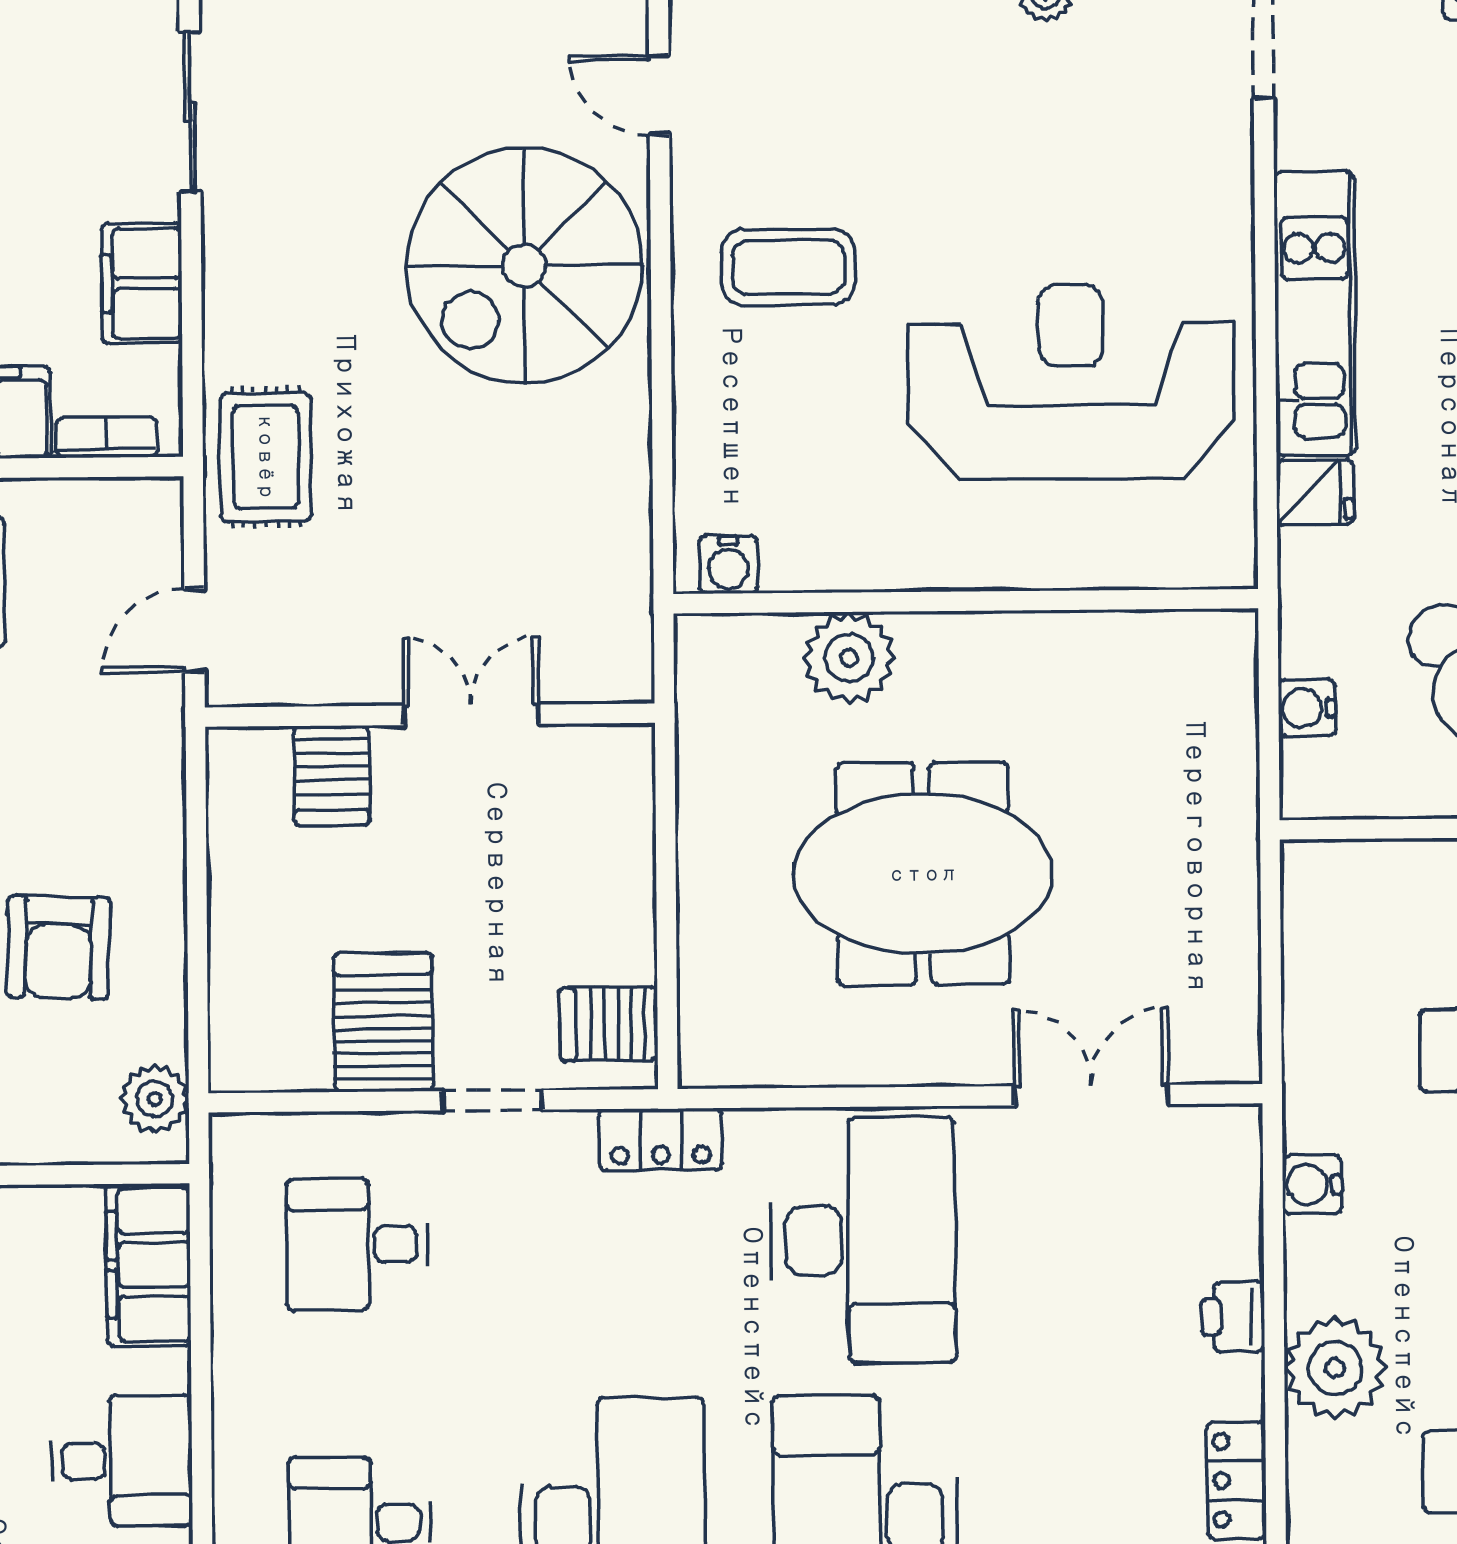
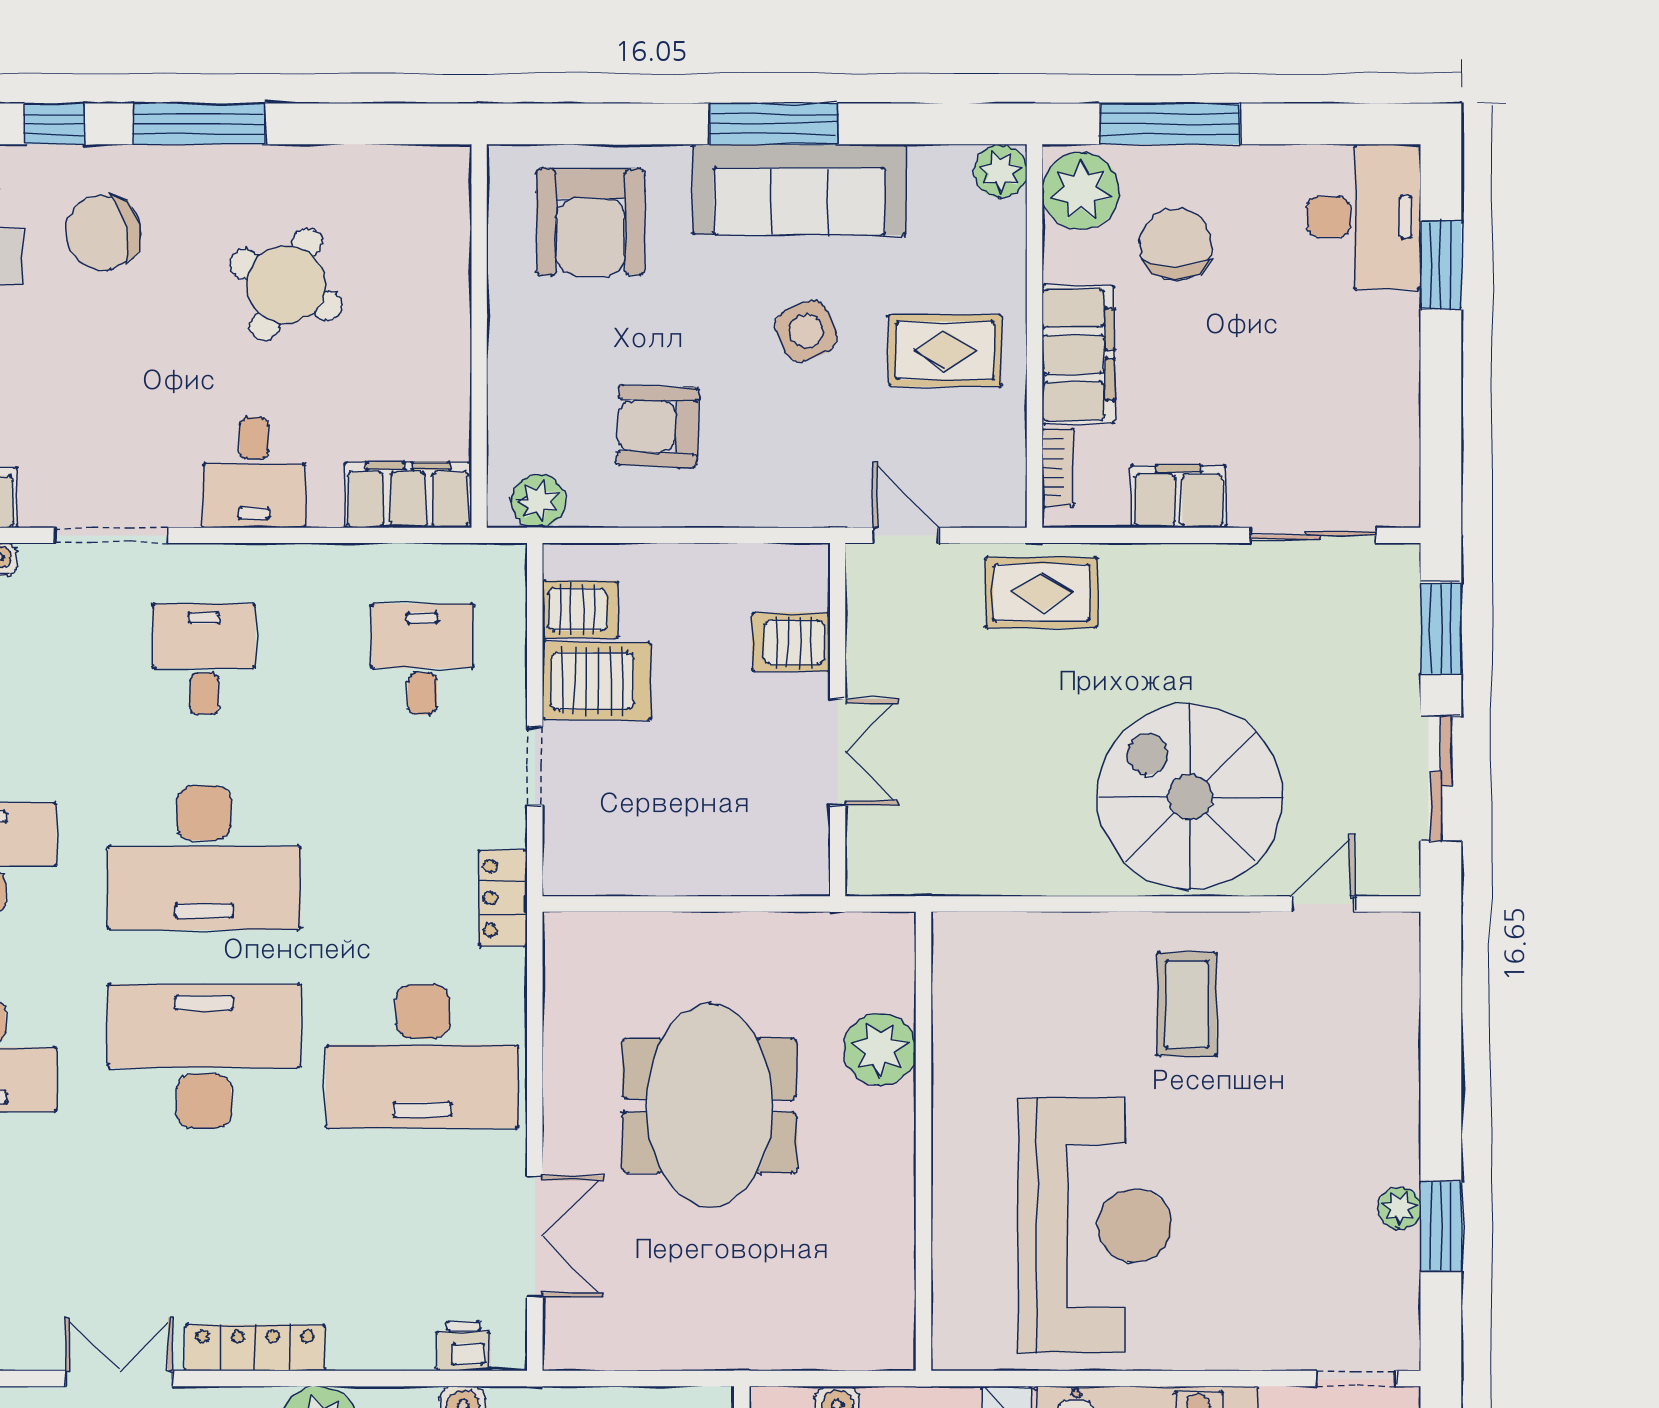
water cooler: (728, 565) -> (954, 955), removed
server rack: (609, 1024) -> (580, 609), moved, turned 90
printer: (1233, 1317) -> (463, 1346), moved
locker: (1236, 1481) -> (255, 1348), width x1.53

